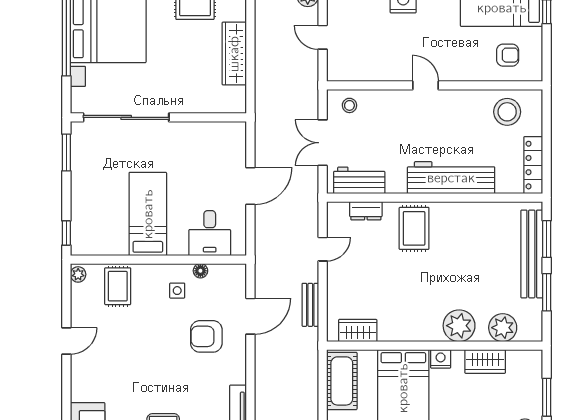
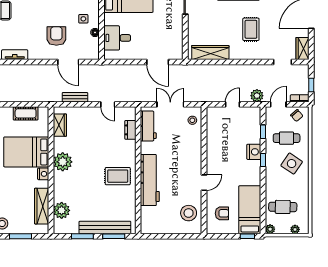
wardrobe: (234, 54) -> (210, 52), moved
armchair: (508, 55) -> (222, 213), turned -90
door: (425, 85) -> (204, 183), moved
locker: (533, 165) -> (157, 228), removed
door: (250, 186) -> (158, 62), moved
rug: (414, 228) -> (118, 176), moved
plant: (459, 326) -> (63, 162), moved
wardrobe: (485, 361) -> (42, 206), width x1.50
cot: (342, 381) -> (26, 113), width x0.73, depth x0.75

